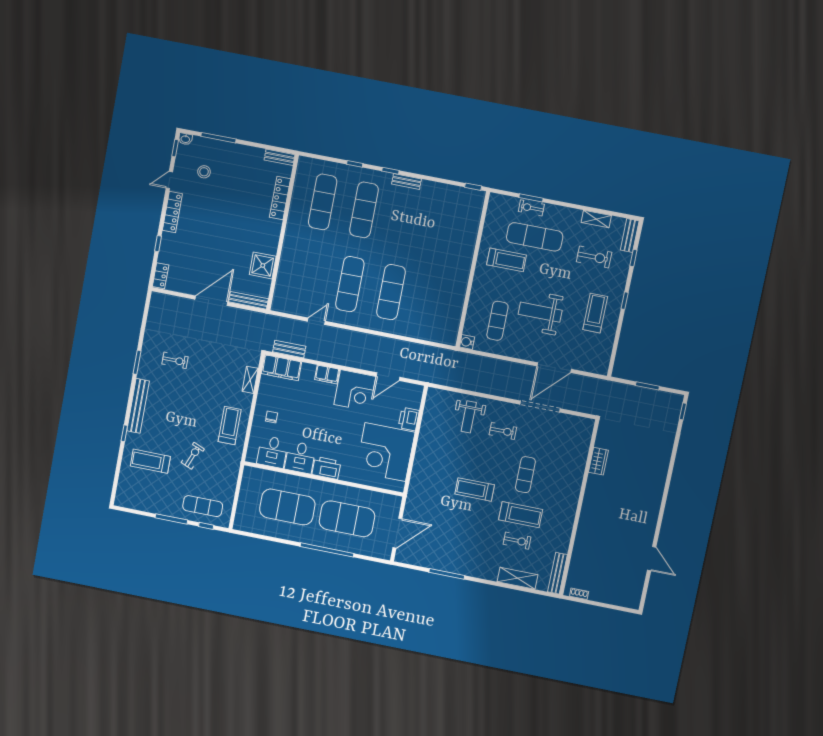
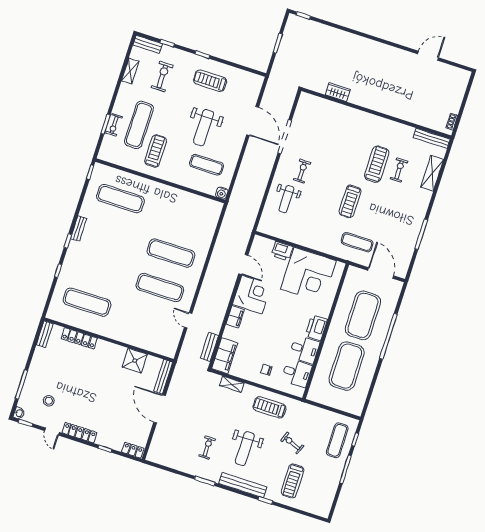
exercise mat: (364, 210) -> (120, 199), moved
weight bench: (179, 403) -> (245, 449), added
weight bench: (469, 417) -> (286, 199), turned 90
exercise mat: (525, 475) -> (357, 242), moved

